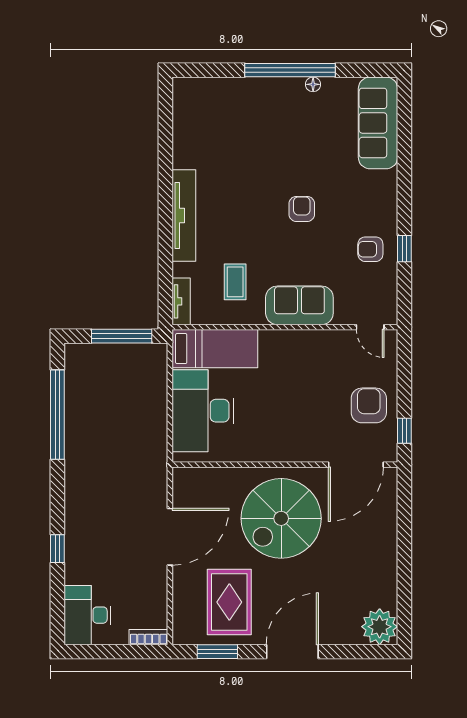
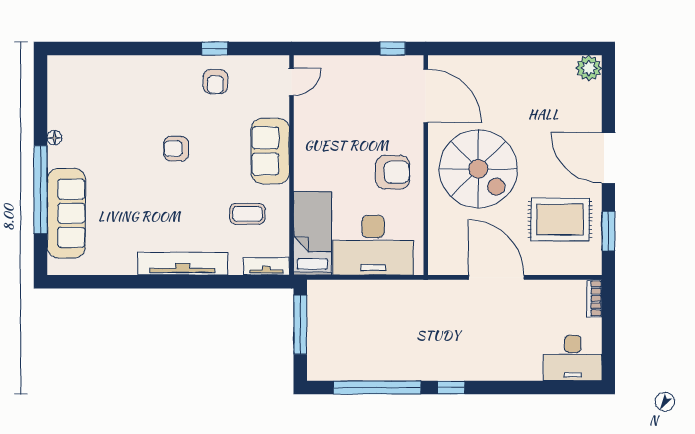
window: (290, 70) -> (41, 190), moved
sofa: (378, 123) -> (66, 213), moved, turned -90
armchair: (369, 405) -> (393, 172), moved, turned 180
window: (57, 549) -> (451, 387), moved
plant: (380, 627) -> (589, 68), width x0.73, depth x0.73

